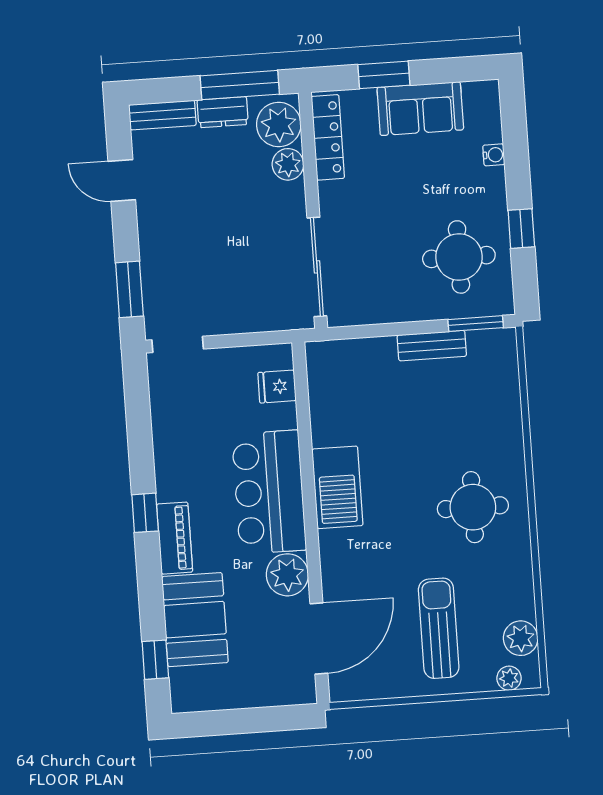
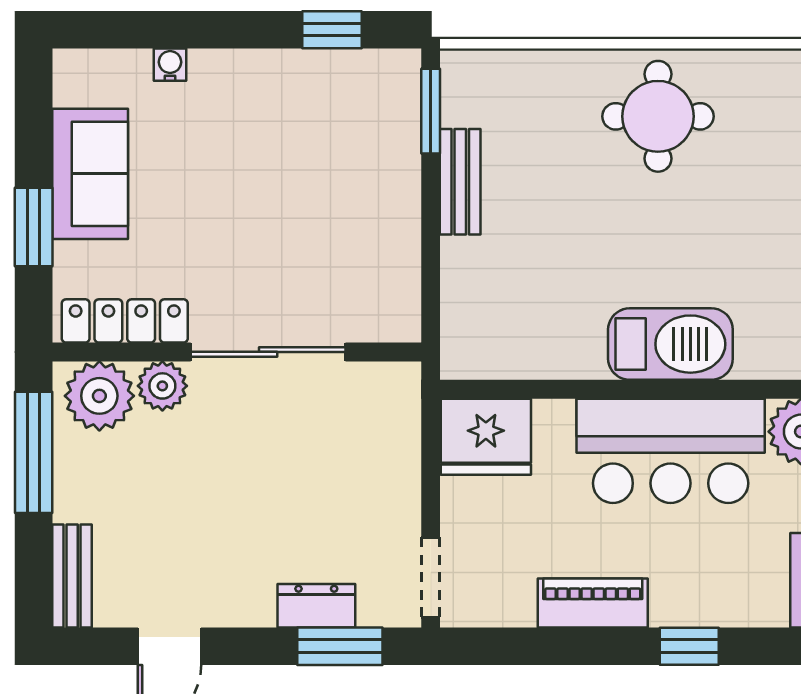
dresser: (223, 112) -> (316, 606), moved, turned -90
window: (521, 229) -> (332, 30), moved
round table: (459, 257) -> (325, 130), removed
sliding door: (317, 267) -> (268, 352), moved
fridge: (277, 387) -> (486, 437), width x1.88, depth x1.34
round table: (473, 507) -> (658, 116), moved
piano: (175, 538) -> (593, 603), moved

